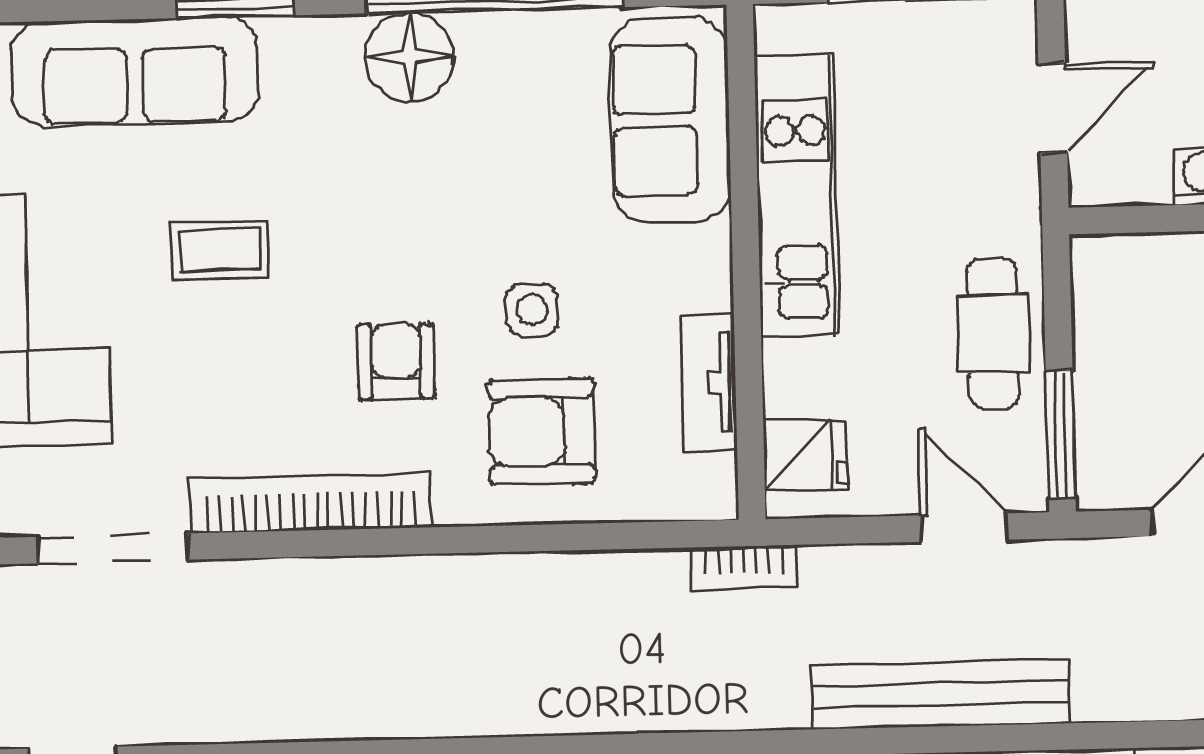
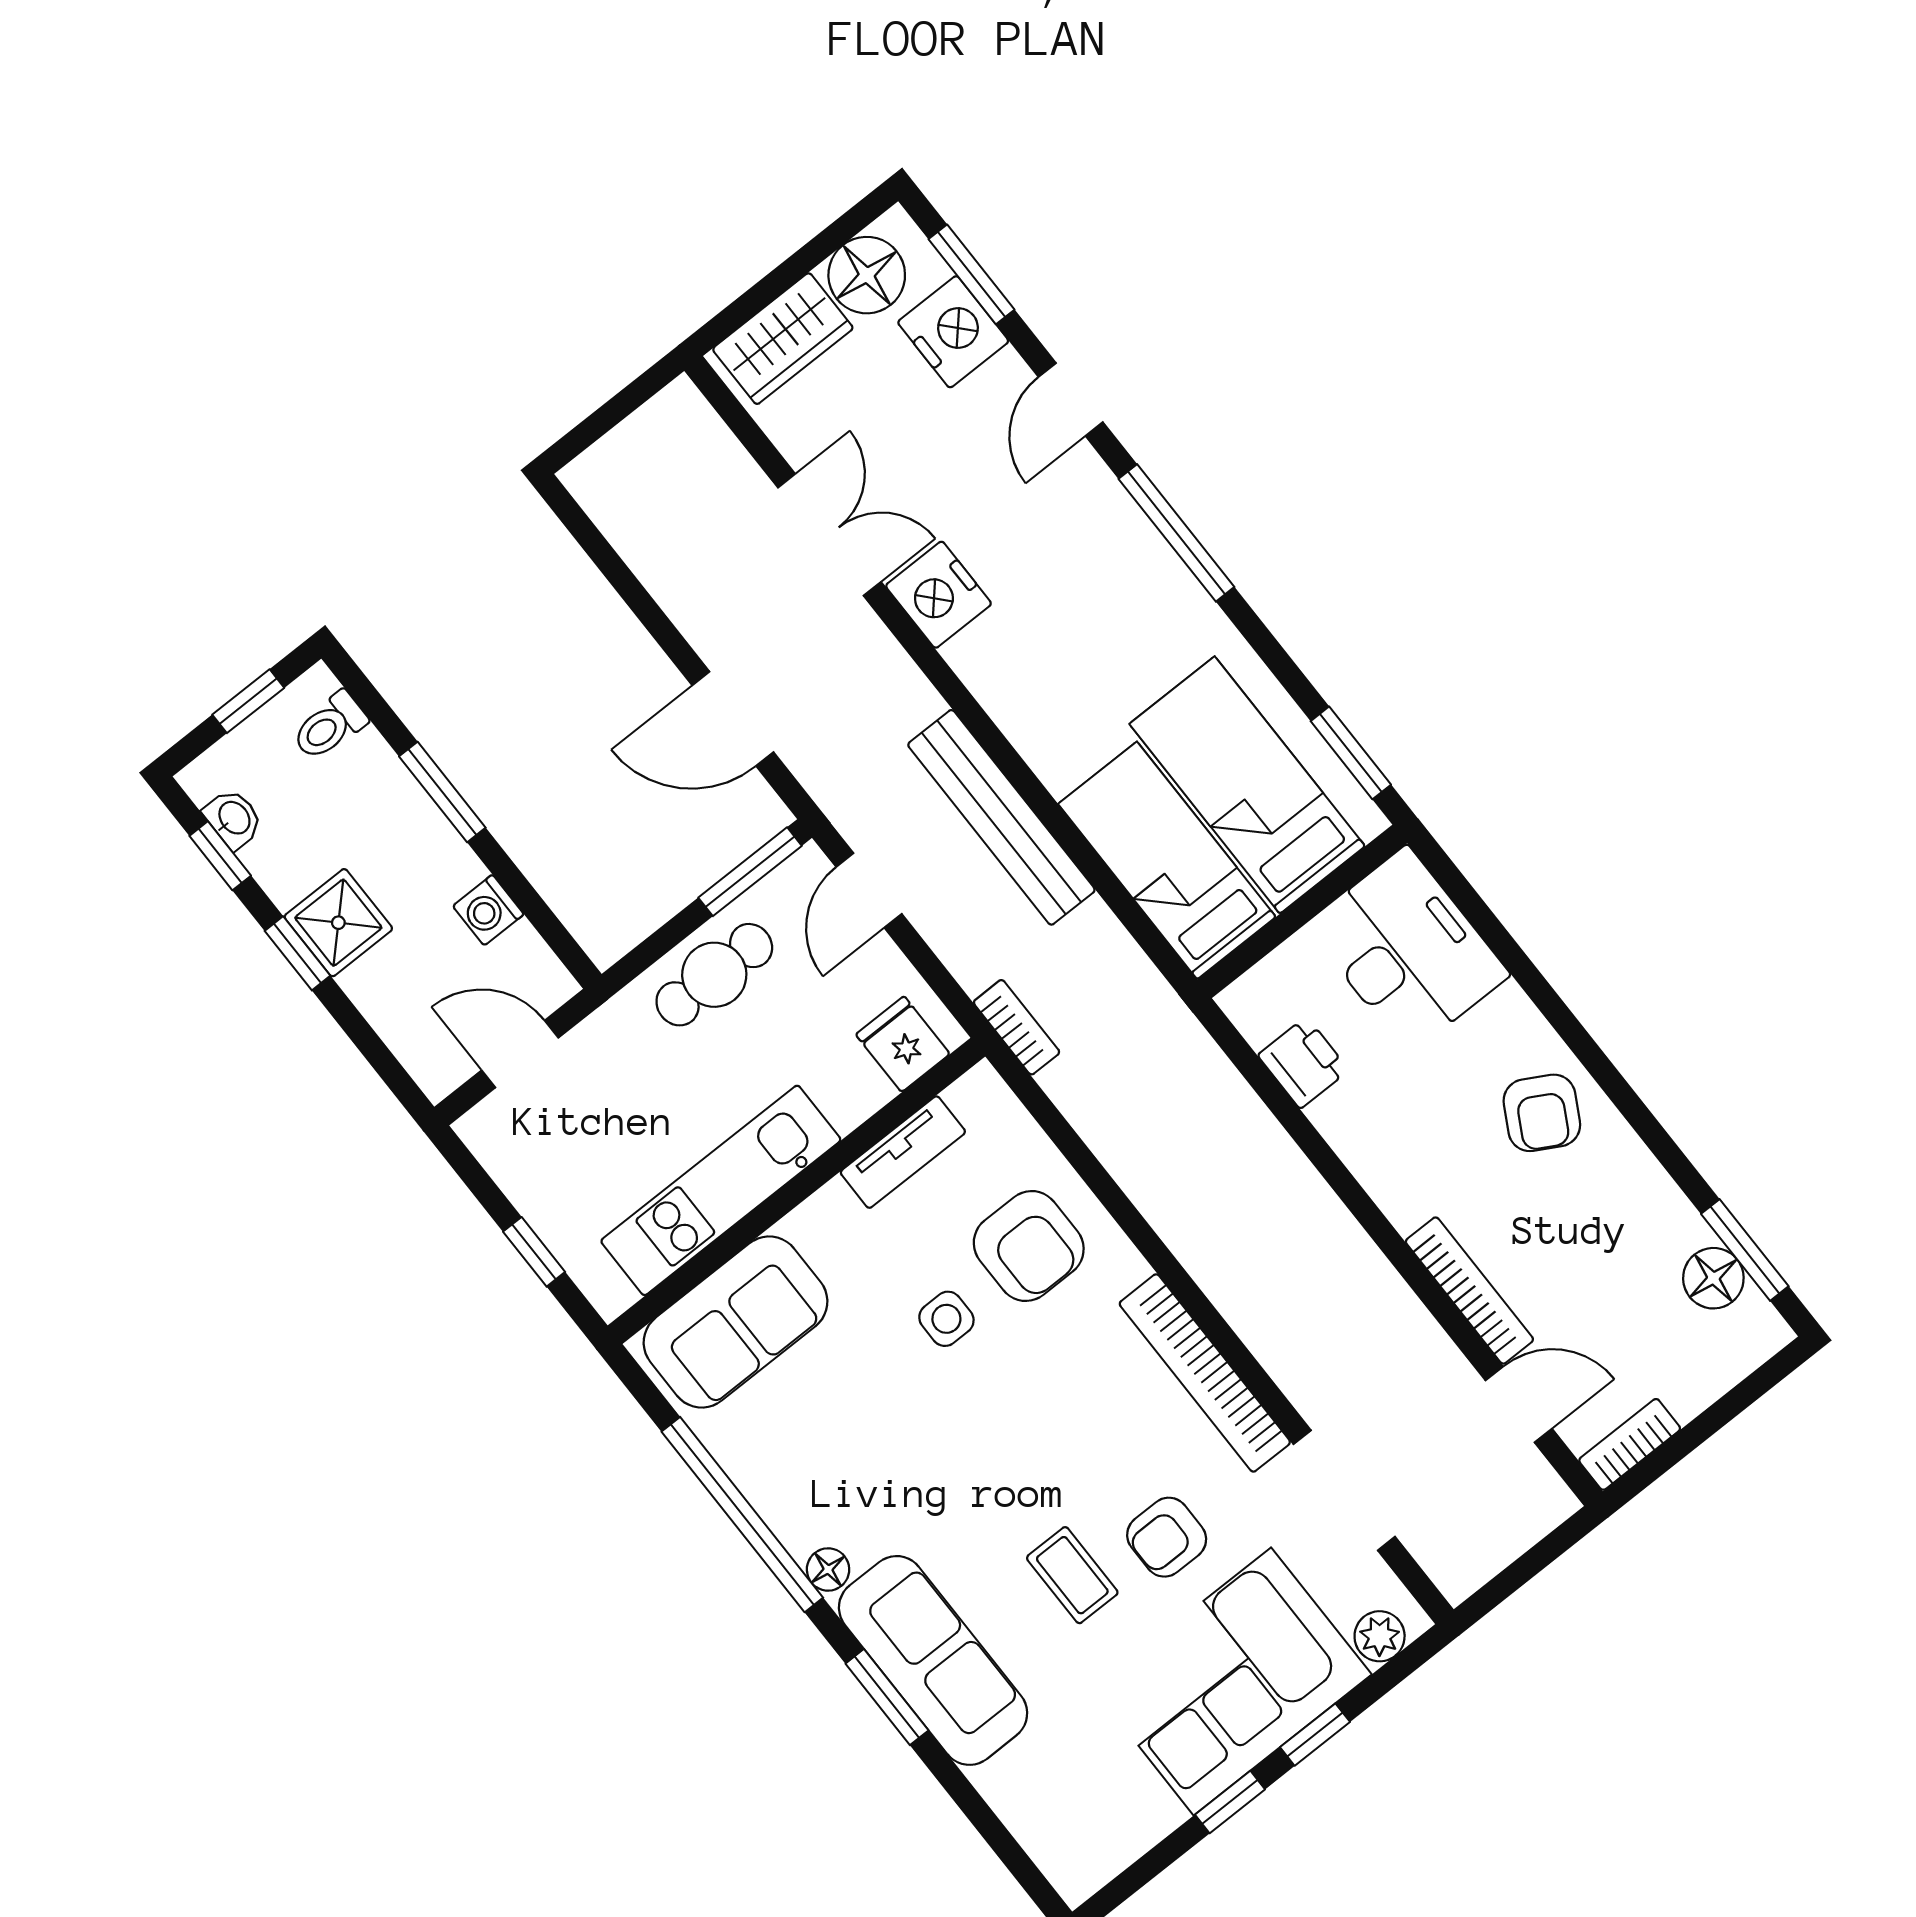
floor lamp: (410, 57) -> (828, 1569), width x0.53, depth x0.53
sofa: (135, 71) -> (933, 1660), moved
armchair: (396, 361) -> (1167, 1537), moved

